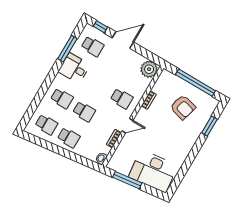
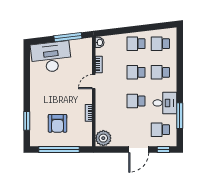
school desk: (122, 99) -> (136, 101), moved
armchair: (183, 107) -> (58, 123), turned -105

